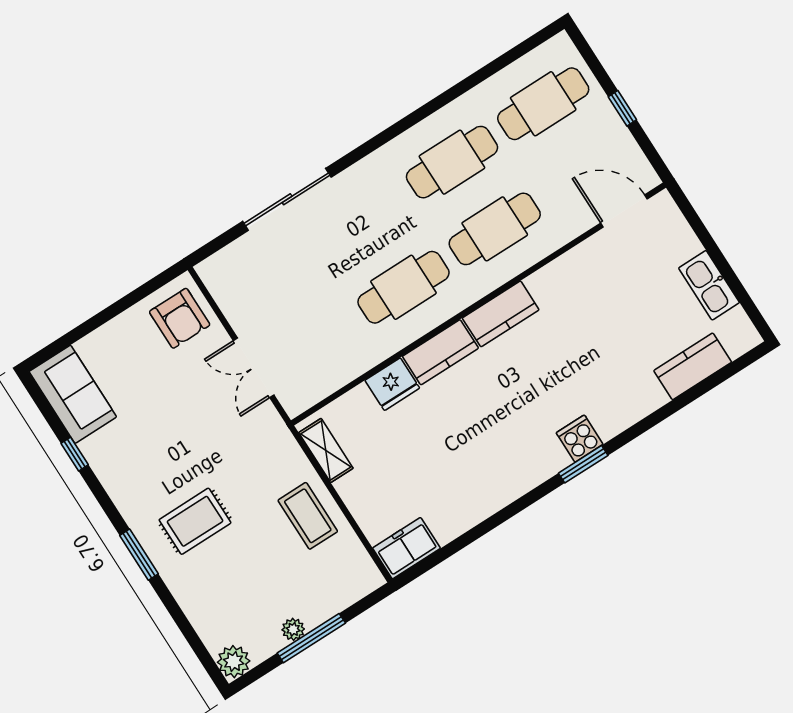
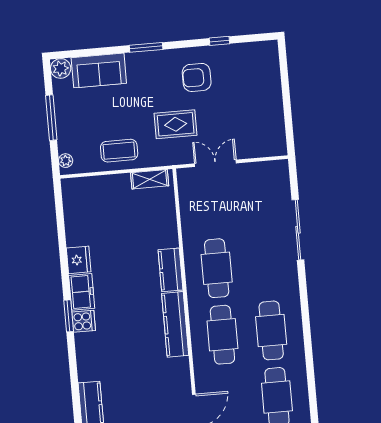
kitchen counter: (501, 314) -> (175, 324), width x1.50
armchair: (180, 318) -> (197, 77), moved
fridge: (392, 384) -> (79, 260), moved, turned 180
sofa: (73, 394) -> (99, 70), moved
rug: (195, 521) -> (176, 124), moved, turned 90
freezer: (406, 548) -> (82, 292), moved
plant: (293, 629) -> (66, 161), moved

